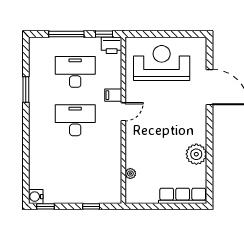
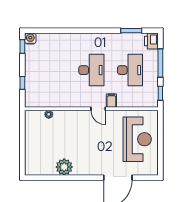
printer: (112, 45) -> (151, 41), moved
window: (26, 90) -> (131, 31), moved
row of seats: (183, 196) -> (31, 156), removed

